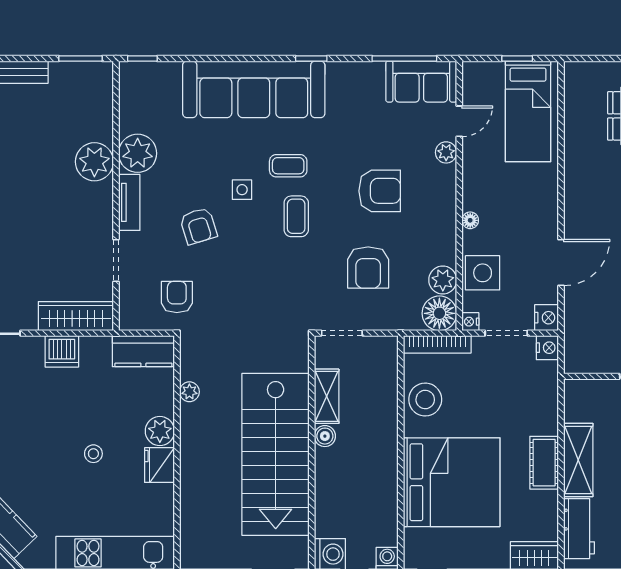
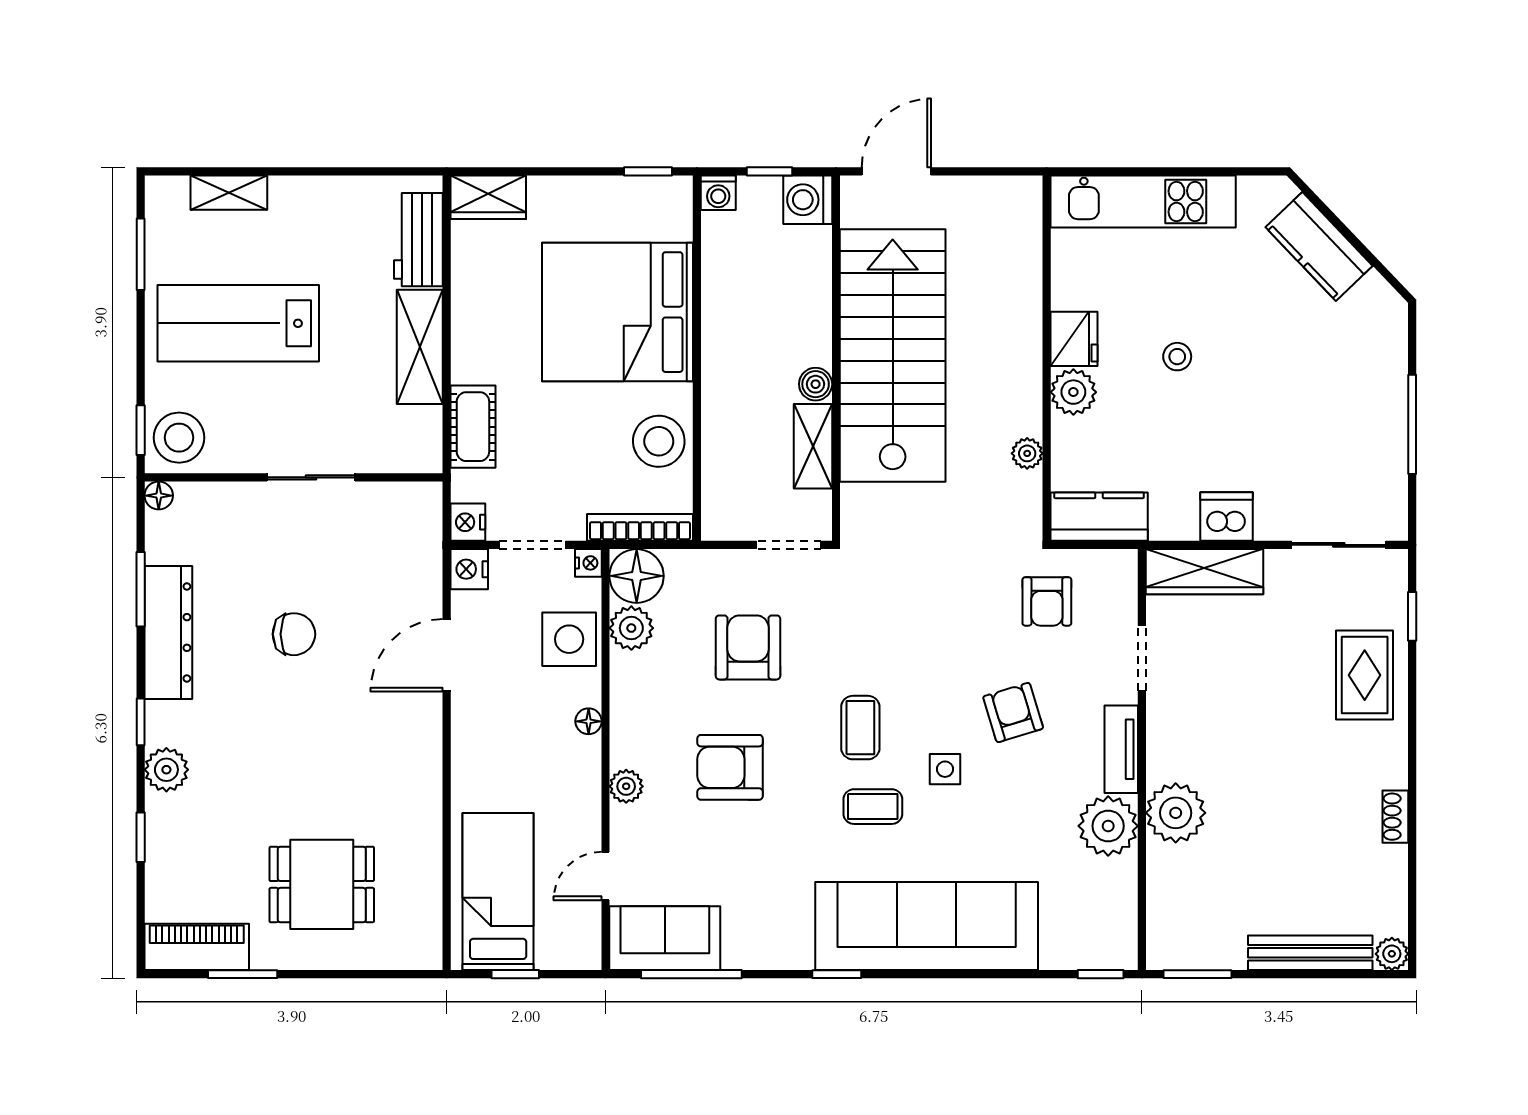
plant: (446, 152) -> (626, 786), moved
cot: (544, 463) -> (473, 427), moved

